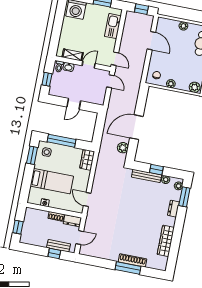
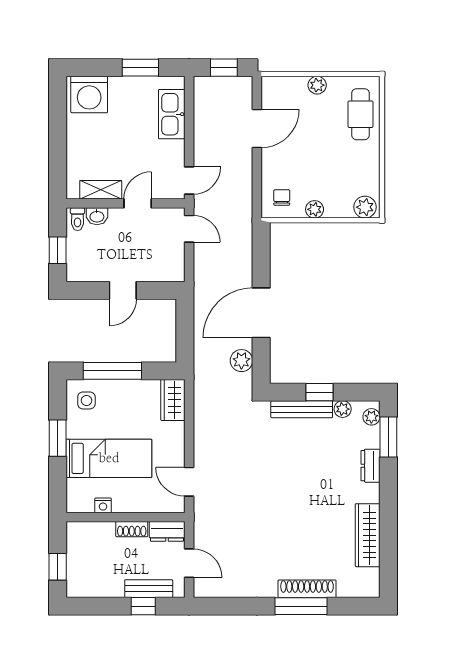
door: (151, 41) -> (257, 129), hinge flipped
door: (115, 59) -> (189, 181), hinge flipped
window: (32, 155) -> (58, 438), moved
door: (80, 238) -> (189, 563), hinge flipped

